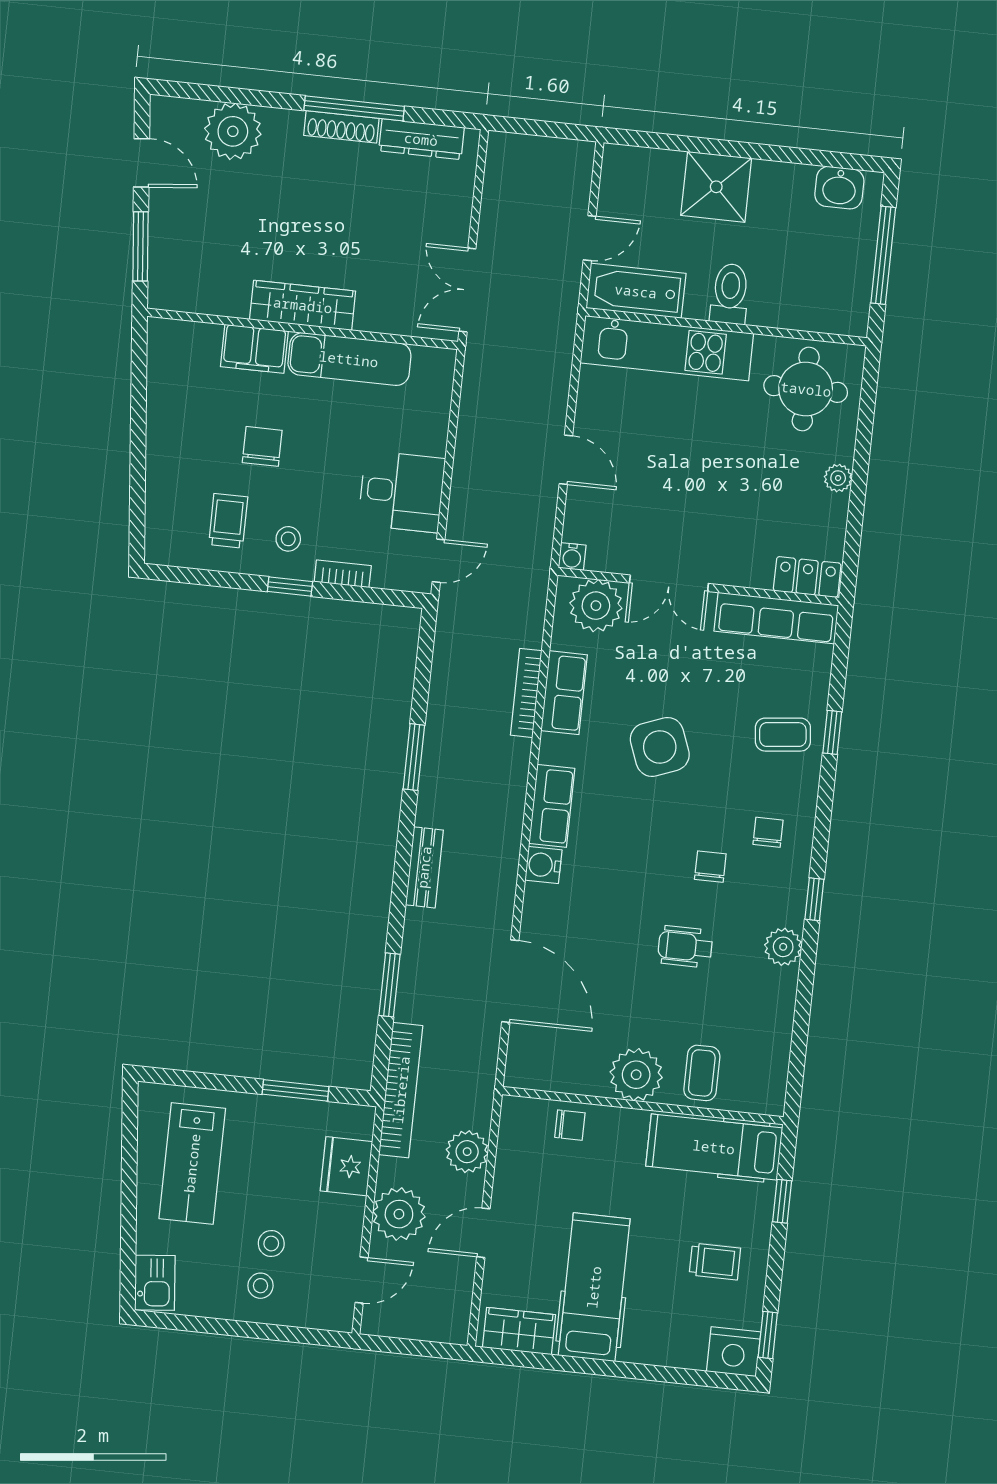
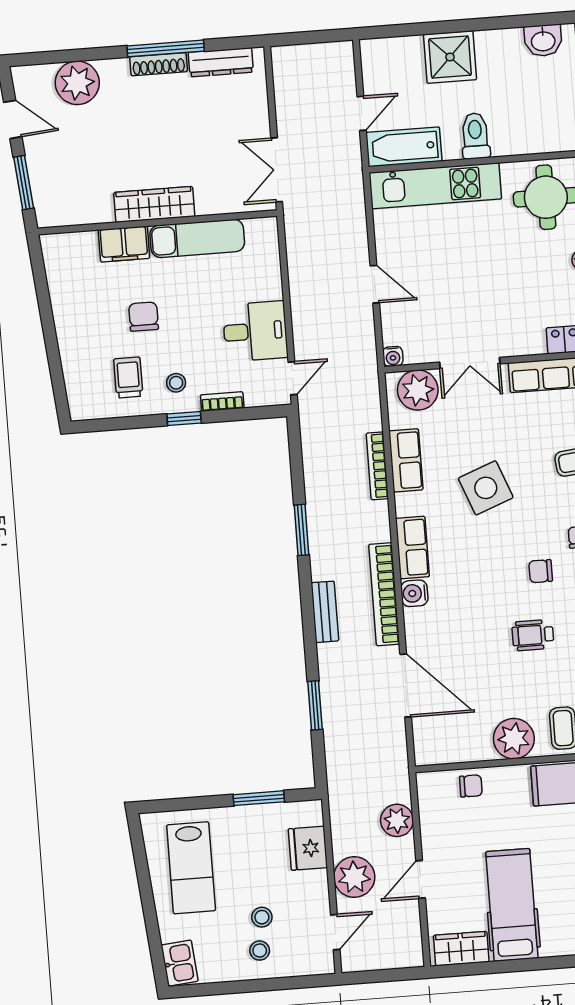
chair: (710, 867) -> (541, 571), turned -90
bookcase: (401, 1090) -> (384, 594), moved, turned 180

